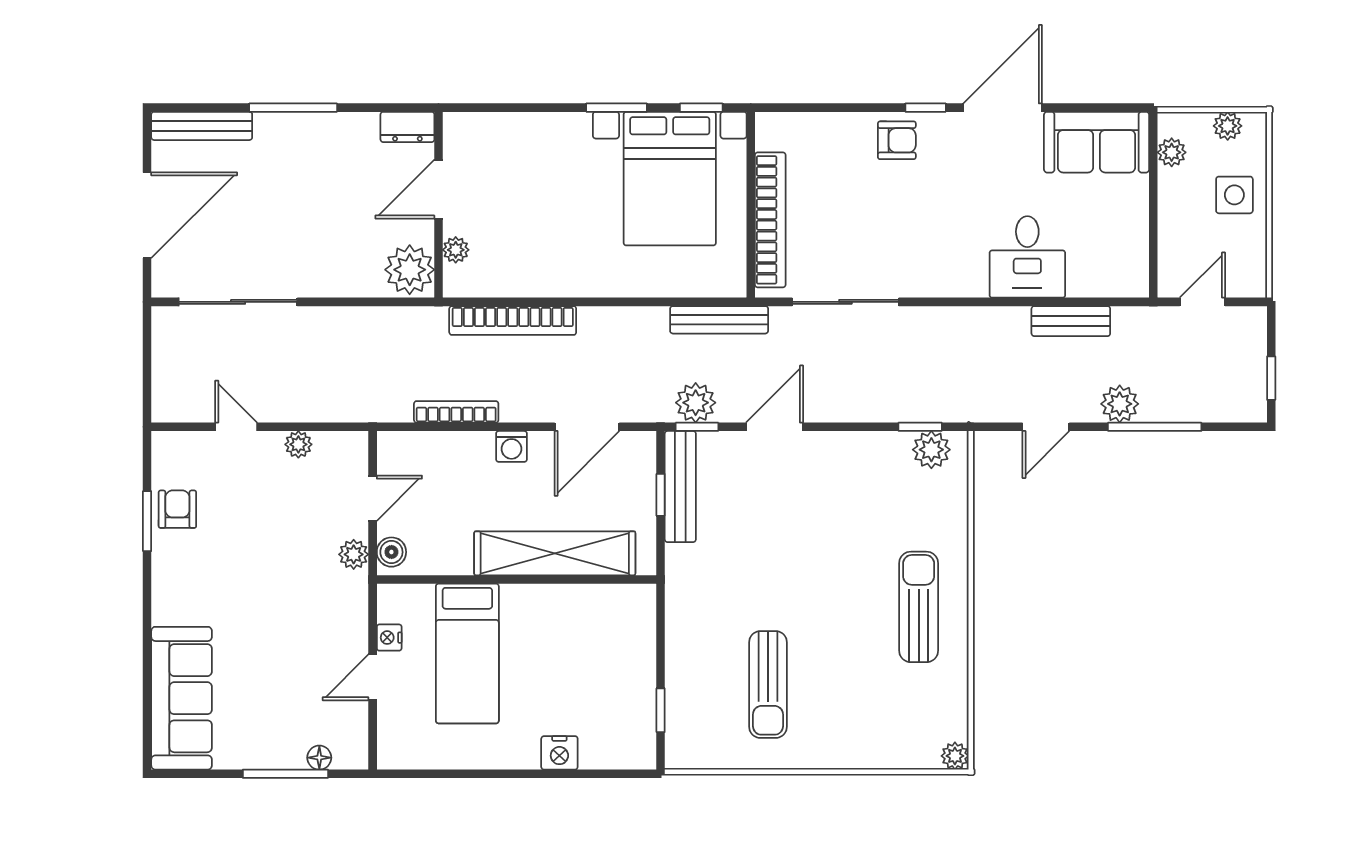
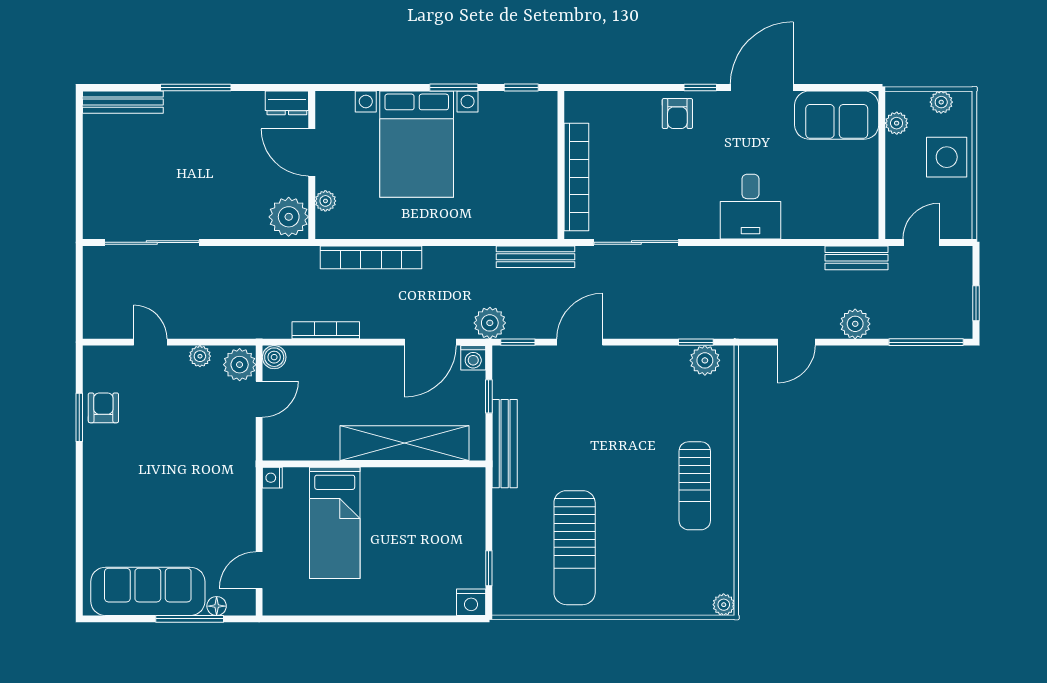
armchair: (897, 140) -> (677, 114), turned 90
bed with nightstands: (670, 179) -> (417, 144), moved
door: (439, 189) -> (312, 152), hinge flipped
side table: (1234, 195) -> (947, 157), width x1.37, depth x1.37
door: (147, 215) -> (79, 173), removed
desk: (1027, 257) -> (750, 207), moved
bench: (1071, 321) -> (856, 258), moved
plant: (696, 403) -> (490, 323), moved
window: (1155, 427) -> (926, 342), moved
washing machine: (511, 446) -> (473, 358), moved
bench: (680, 487) -> (505, 444), moved
boiler: (391, 552) -> (274, 357), moved
plant: (354, 554) -> (240, 365), moved, width x1.38, depth x1.38
sun lounger: (919, 607) -> (695, 486), turned 180
nightstand: (389, 638) -> (272, 478), moved
door: (373, 677) -> (259, 570), moved
sun lounger: (768, 684) -> (575, 548), width x1.36, depth x1.34
sofa: (182, 698) -> (148, 591), moved, turned -90
nightstand: (559, 753) -> (471, 602), moved

